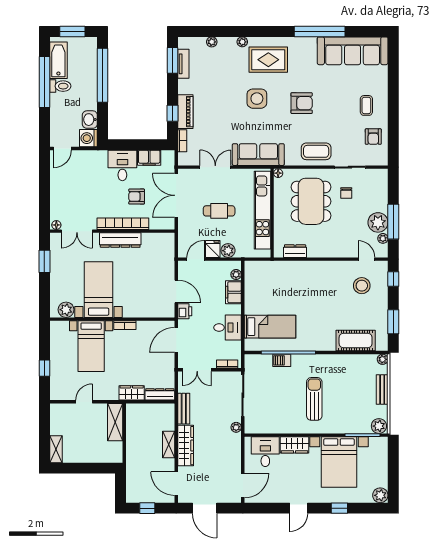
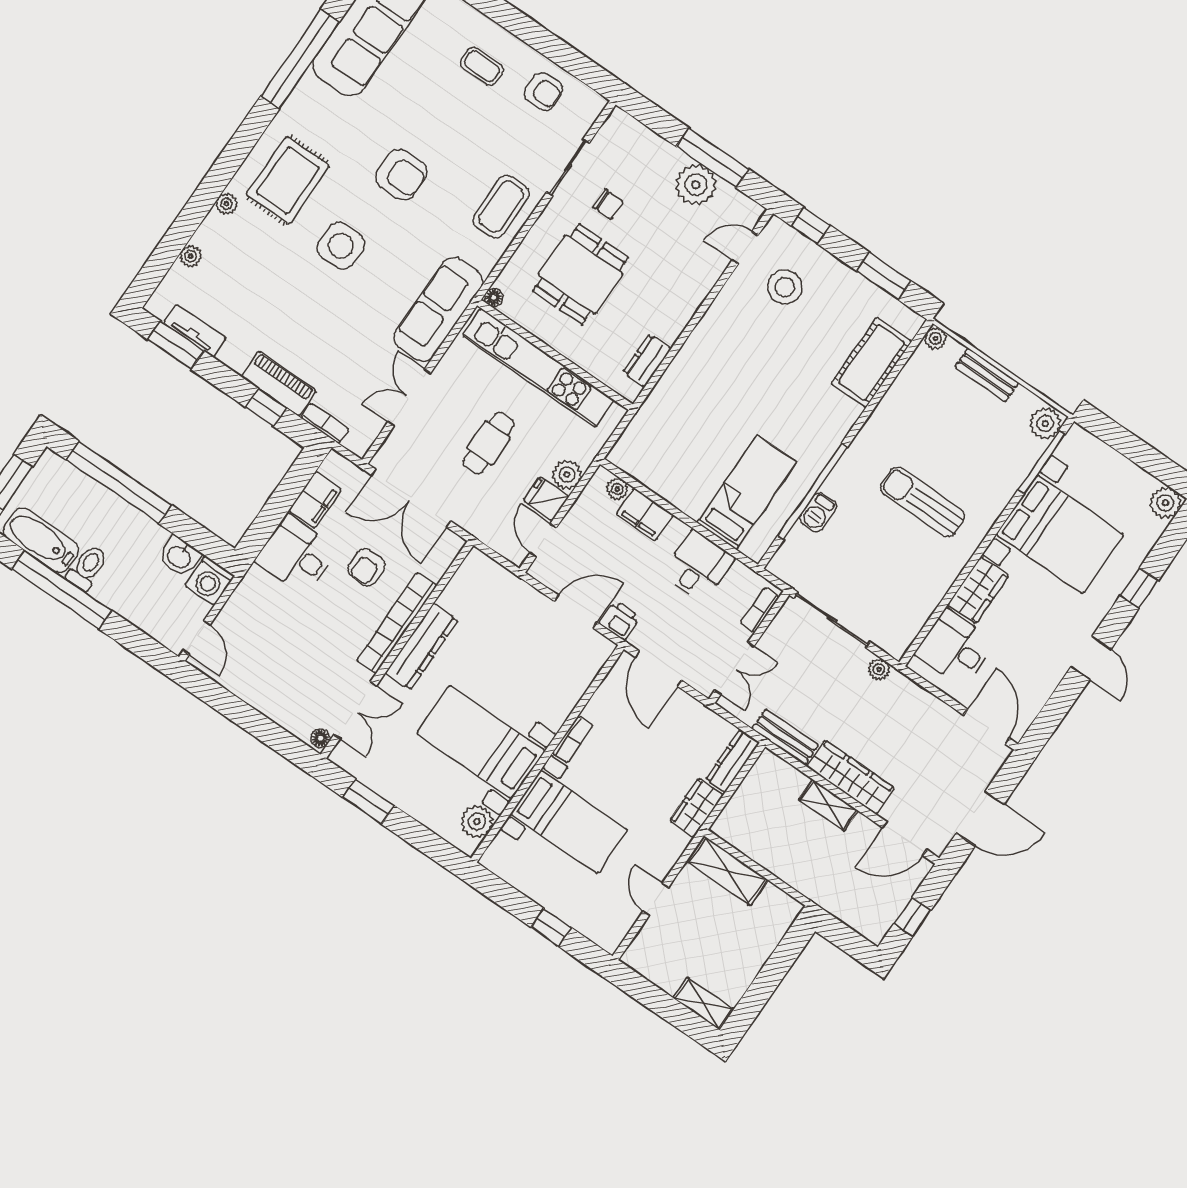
armchair: (302, 103) -> (401, 175), turned 90
dining table: (311, 201) -> (581, 274), width x0.73
plant: (383, 238) -> (729, 195), removed

